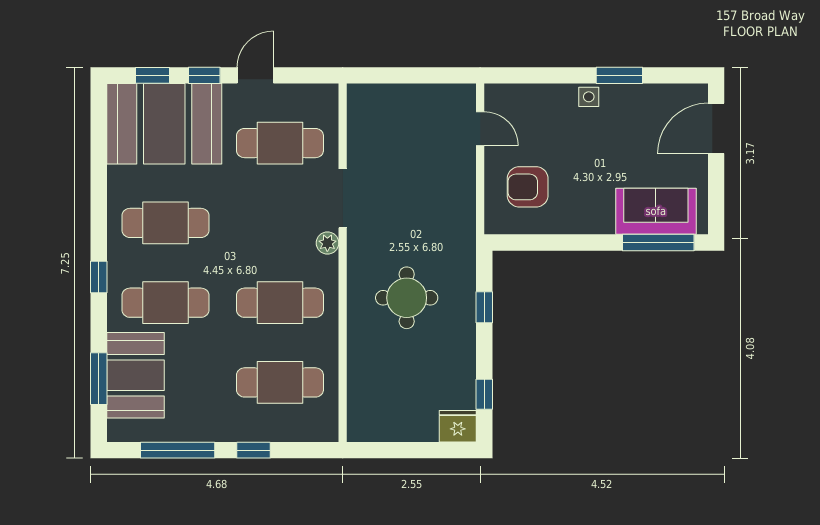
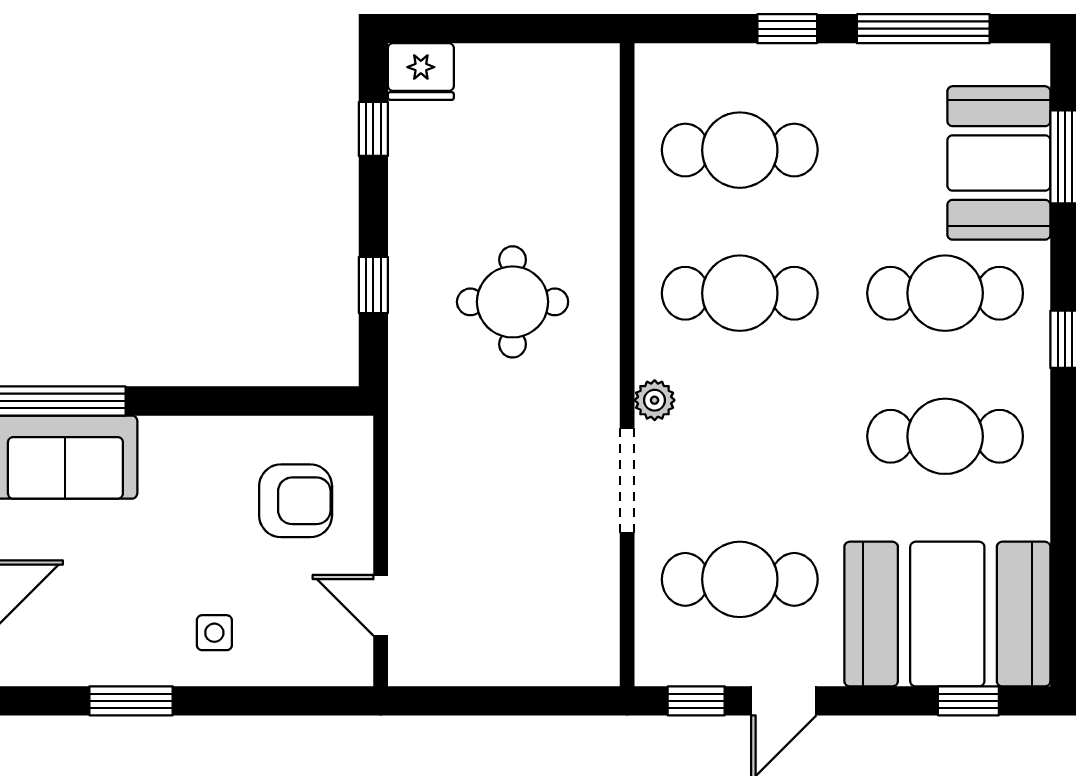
window: (204, 75) -> (696, 701), moved
side table: (589, 97) -> (214, 633), moved

